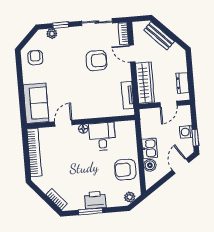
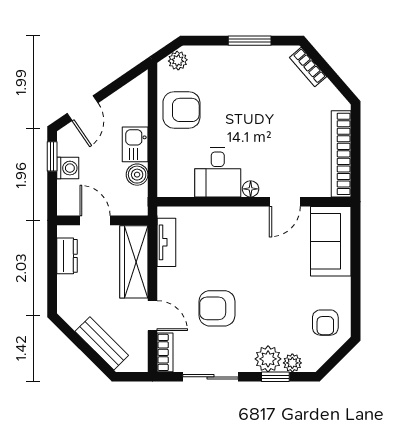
plant: (66, 35) -> (268, 359), added
door: (168, 104) -> (95, 220), hinge flipped
boiler: (150, 165) -> (137, 175), moved
printer: (95, 200) -> (240, 60), removed

